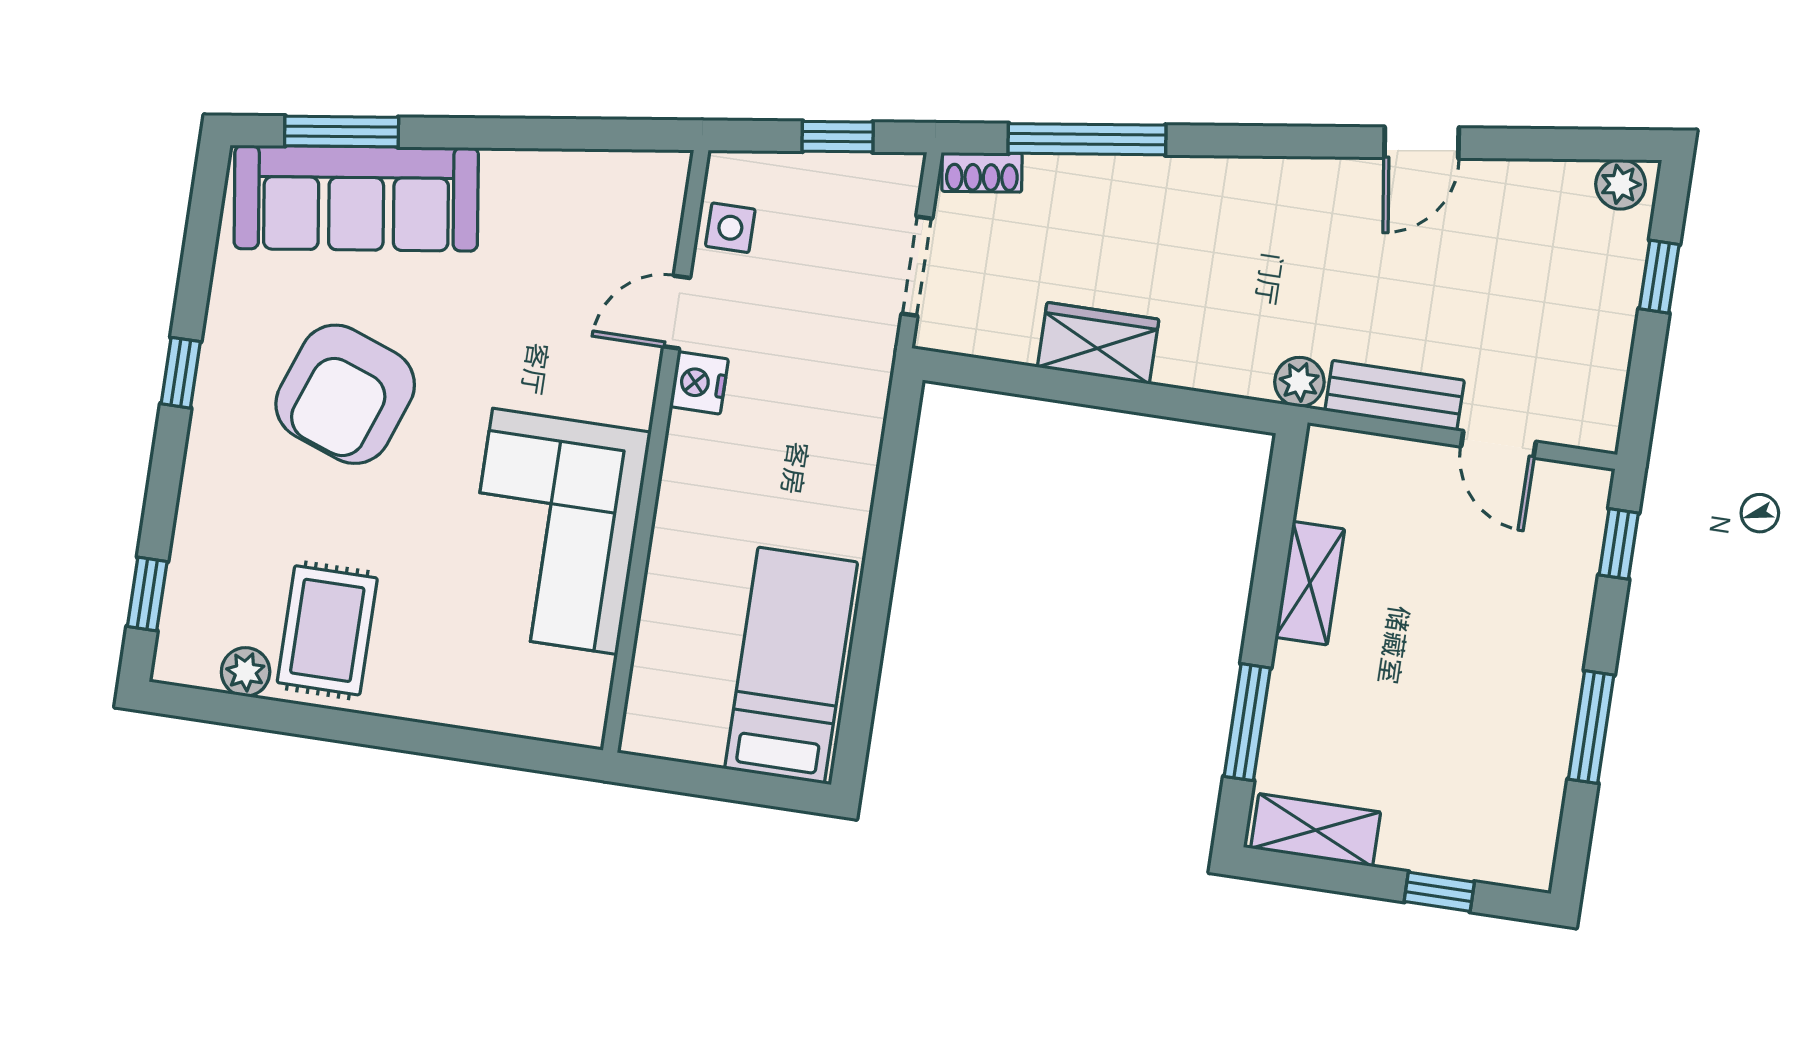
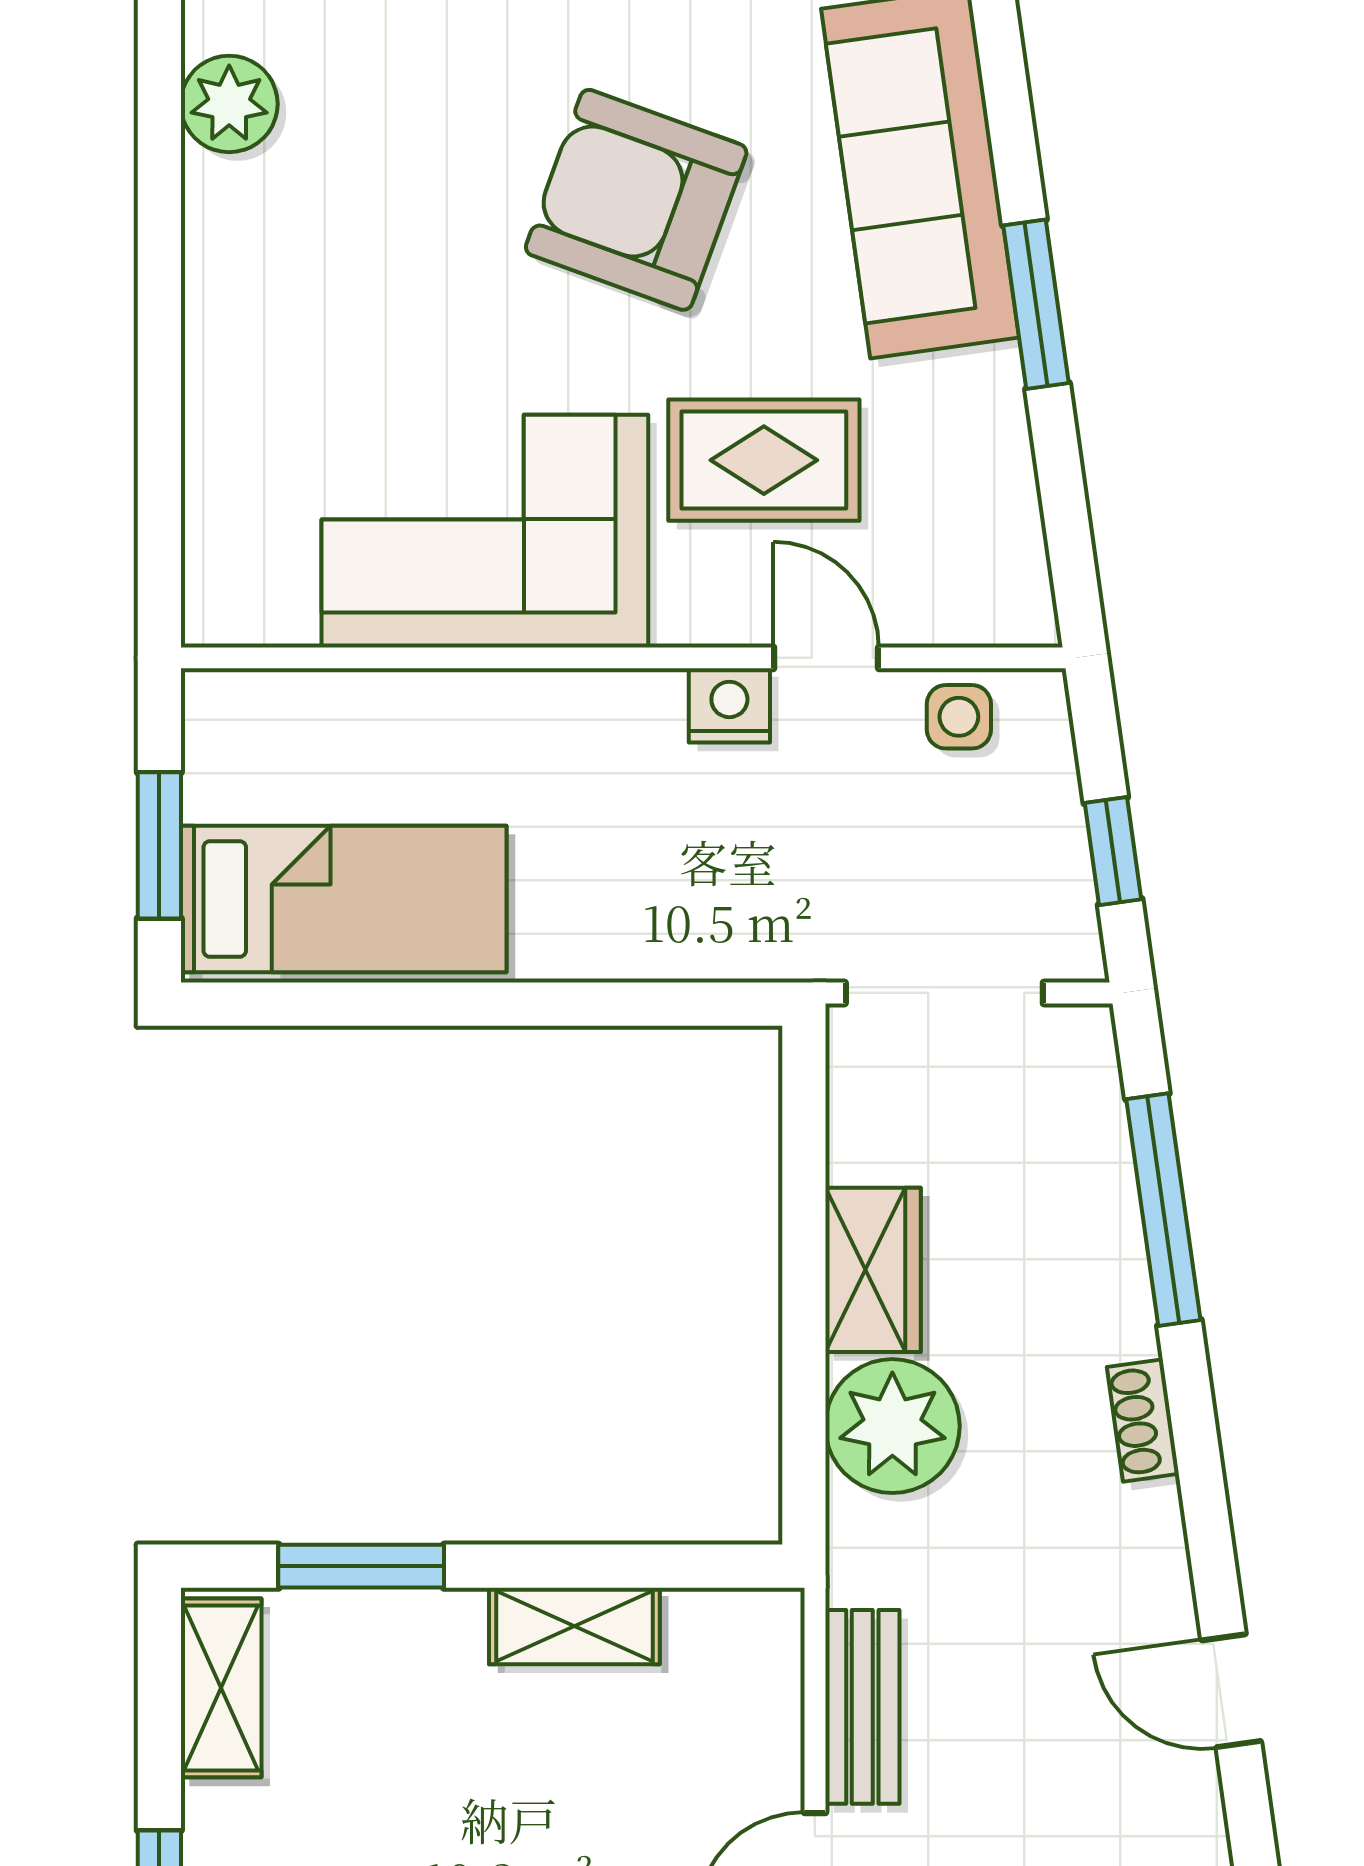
window: (342, 132) -> (1036, 304), moved
shoe rack: (982, 172) -> (1143, 1420), moved
doorway: (917, 266) -> (944, 993), width x1.38
plant: (1299, 382) -> (892, 1426), moved, width x1.87, depth x1.87
rug: (327, 630) -> (764, 460), moved
plant: (246, 672) -> (229, 104), width x1.38, depth x1.38
window: (736, 785) -> (159, 845), added

